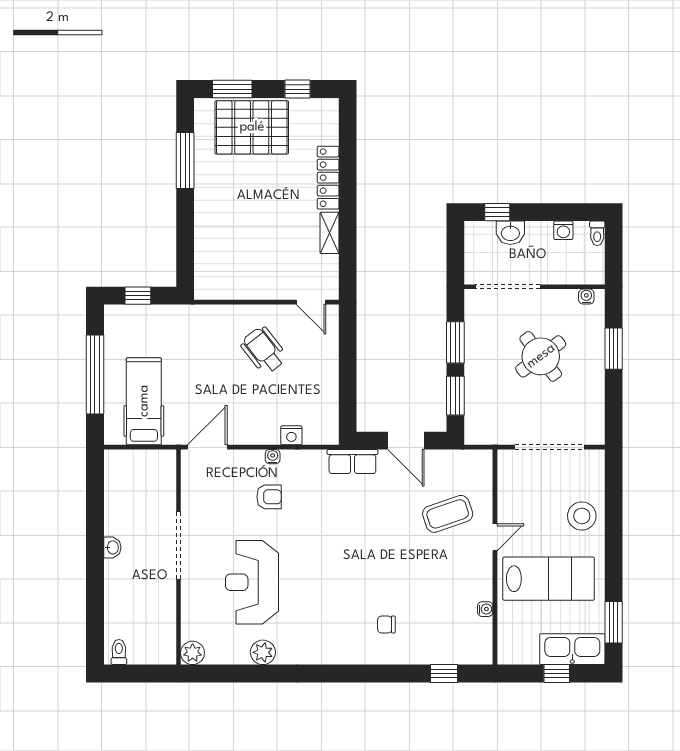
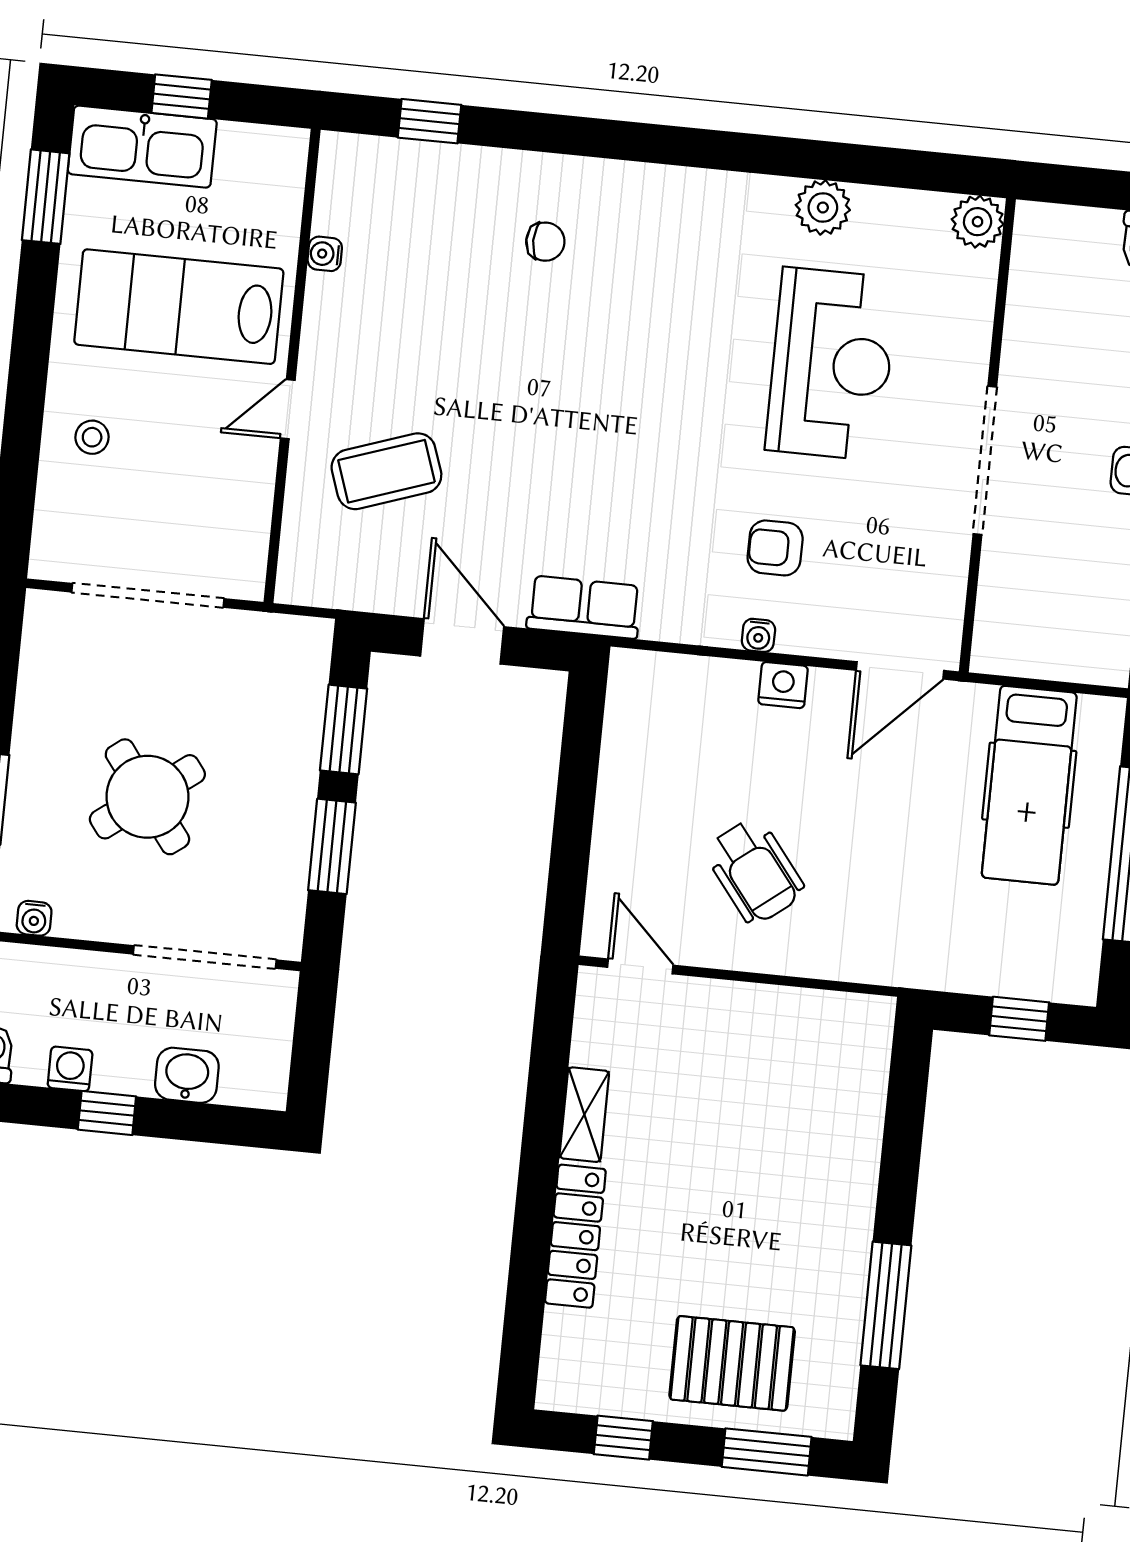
pallet: (252, 127) -> (732, 1363), width x0.73, depth x0.71
window: (497, 212) -> (107, 1113), moved
nightstand: (291, 435) -> (783, 685), moved
stool: (582, 516) -> (92, 437), width x0.53, depth x0.53

